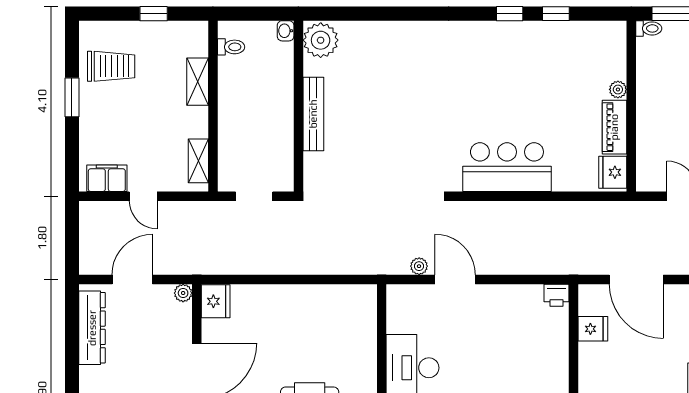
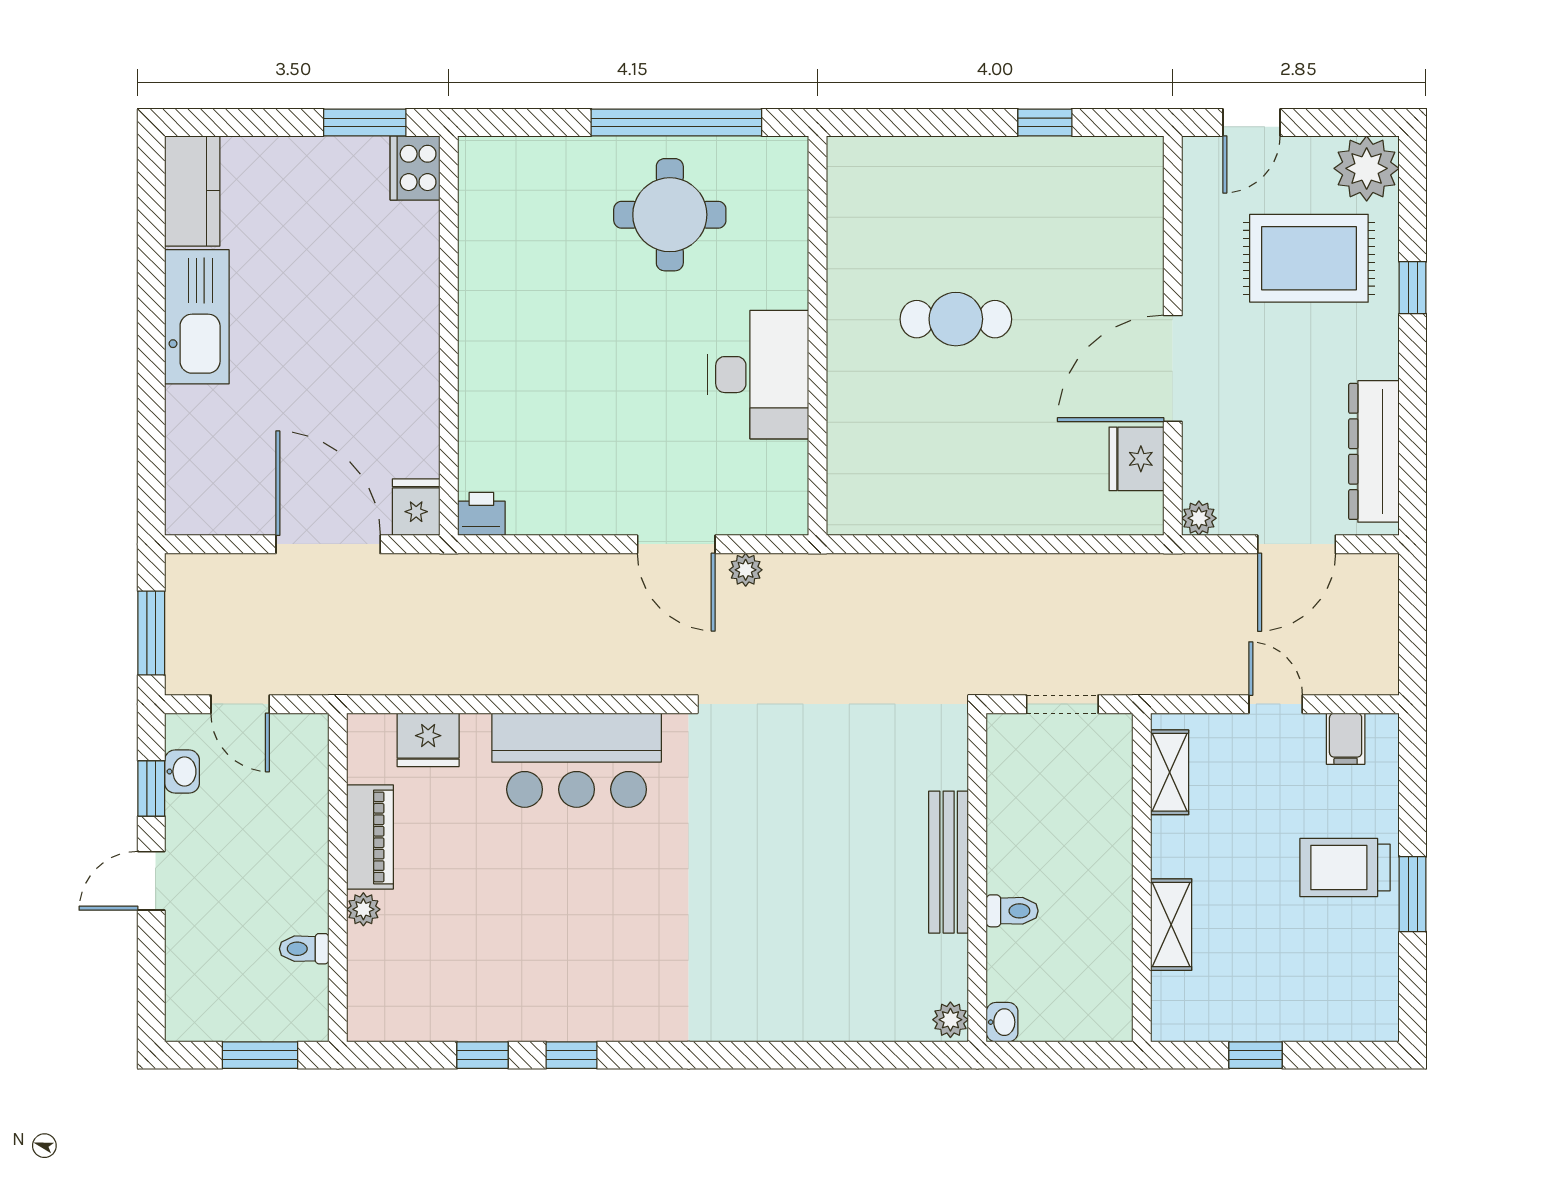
toilet: (649, 28) -> (304, 949), moved
plant: (321, 40) -> (950, 1020), width x0.53, depth x0.53
toilet: (231, 47) -> (1012, 911), moved, turned 180
trolley: (111, 66) -> (1345, 867), moved
fridge: (613, 172) -> (428, 740), moved, turned 90
filing cabinet: (107, 178) -> (1346, 739), width x0.50
fridge: (216, 301) -> (1136, 459), moved
fridge: (593, 329) -> (416, 507), moved, turned 90

